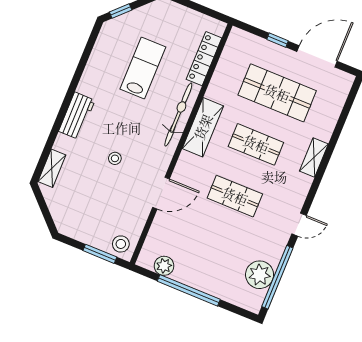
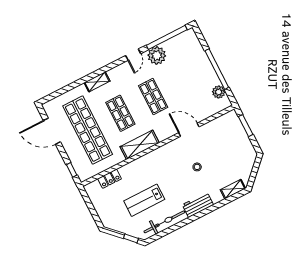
window: (278, 40) -> (72, 170), moved
locker: (204, 59) -> (110, 179), width x0.66
shop shelf: (277, 93) -> (88, 130), width x1.40
bicycle: (178, 115) -> (164, 222), moved, turned 180
door: (299, 225) -> (133, 55), swing flipped
stool: (121, 244) -> (231, 121), removed
plant: (260, 275) -> (157, 56), moved

